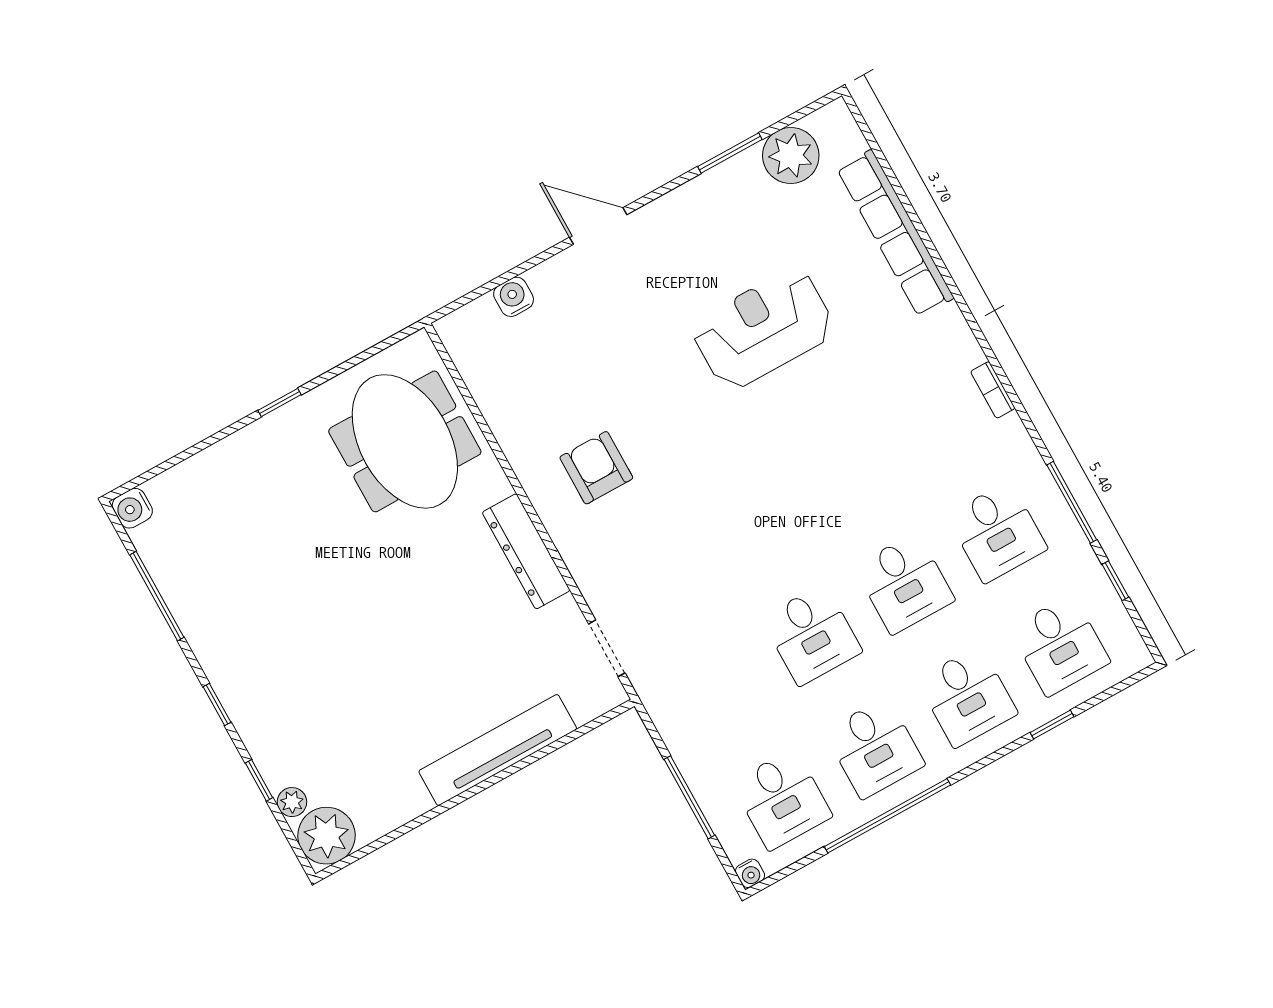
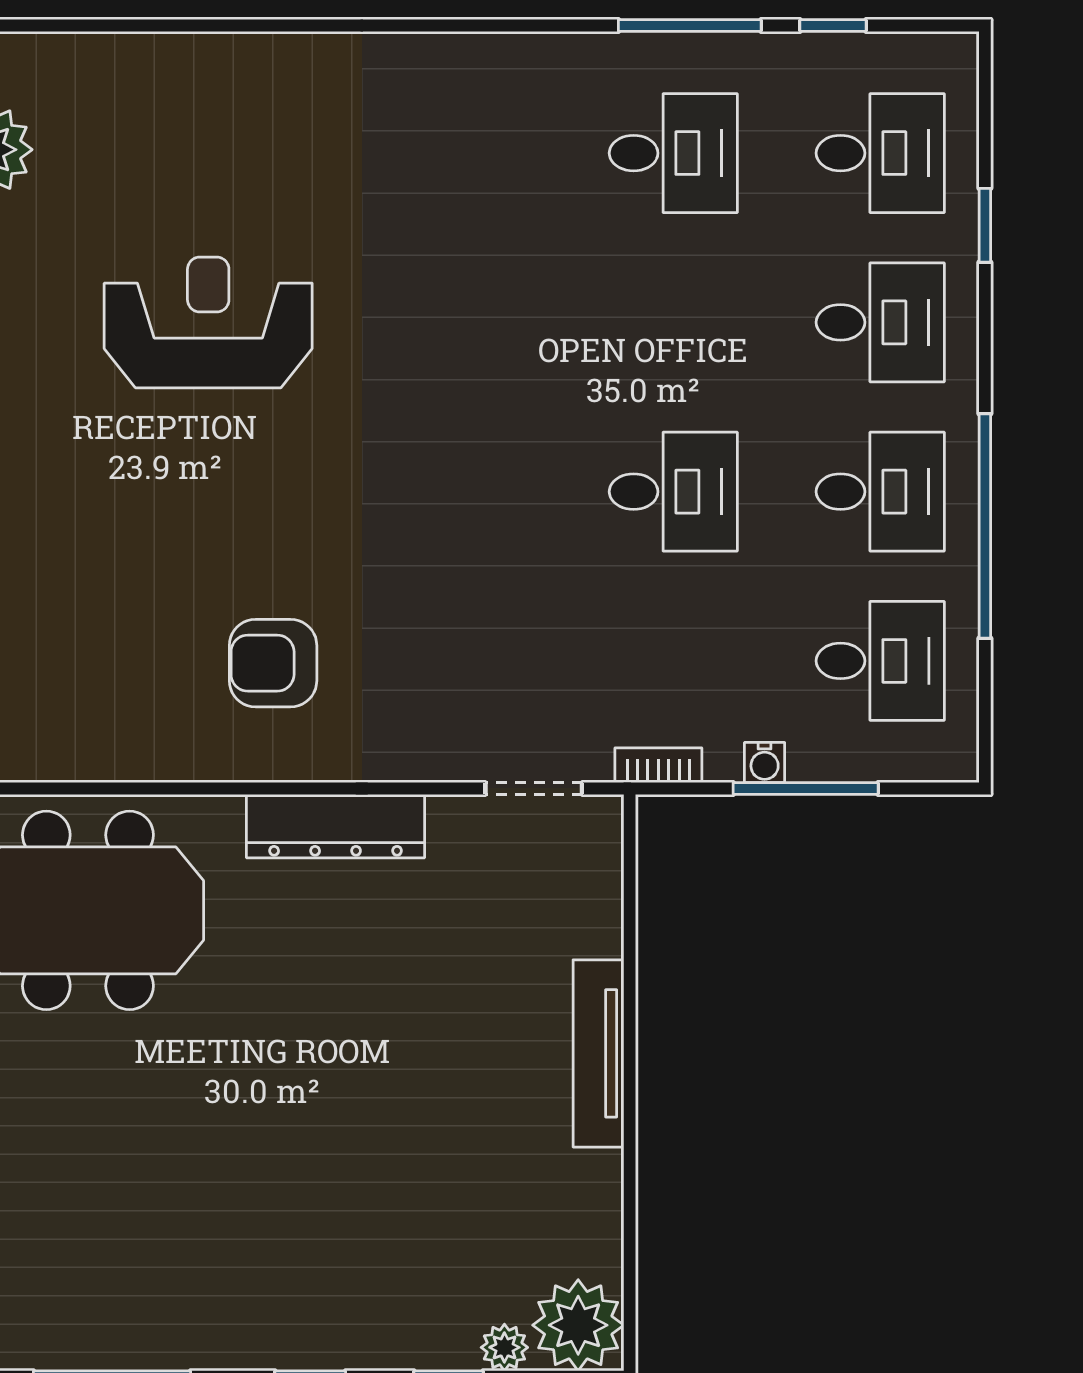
row of seats: (895, 233) -> (177, 64), removed
reception desk: (763, 329) -> (208, 322), turned 90
bookcase: (993, 390) -> (658, 765), moved, turned 180
desk: (904, 583) -> (673, 322), removed
tv unit: (498, 750) -> (598, 1053), width x0.73, depth x0.78
water cooler: (750, 873) -> (765, 763), moved, turned 90

